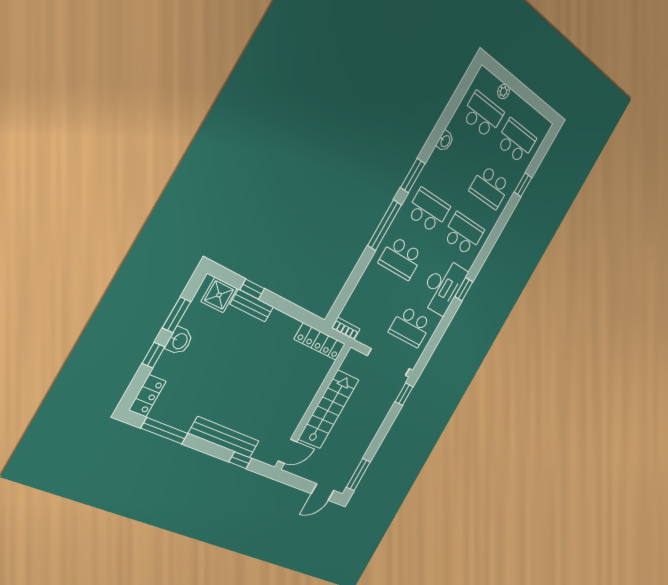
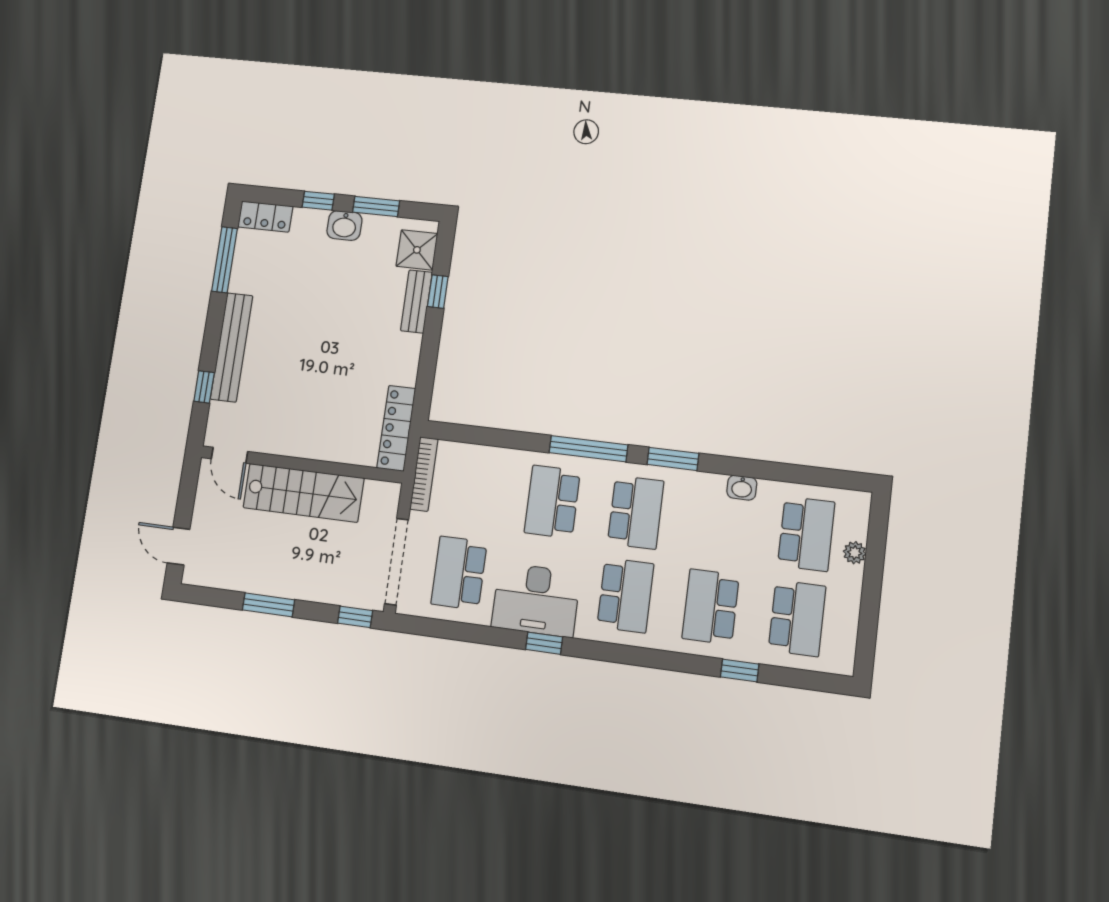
bookcase: (346, 329) -> (424, 474), width x1.56
window: (358, 475) -> (268, 605), moved

